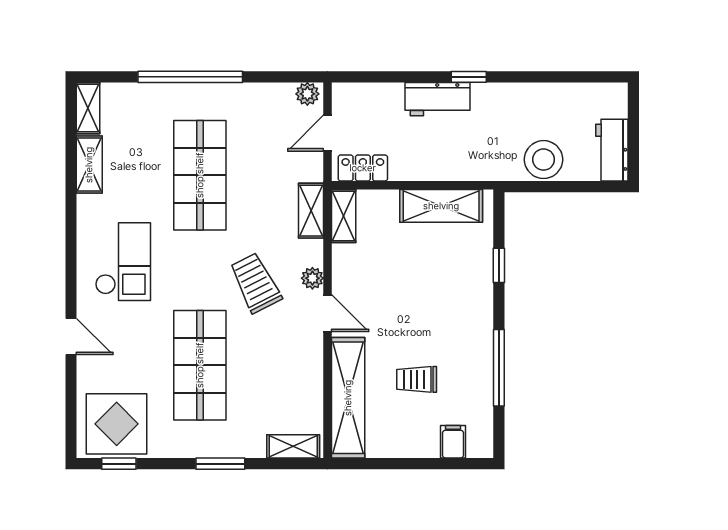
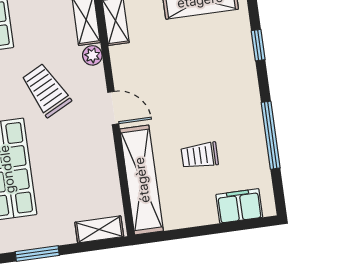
plant: (312, 278) -> (92, 55), moved
filing cabinet: (453, 442) -> (239, 206), width x2.00

